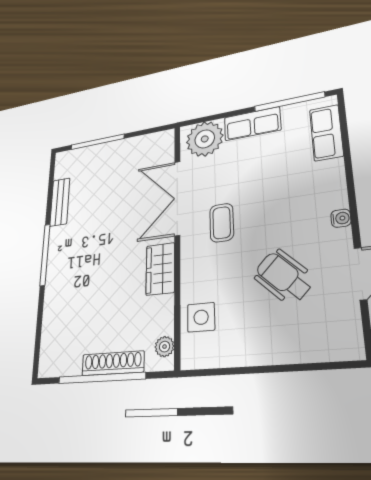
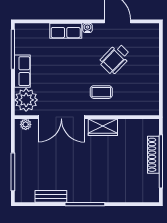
row of seats: (326, 133) -> (66, 31), moved
coffee table: (222, 223) -> (101, 92), moved
side table: (201, 317) -> (132, 104), removed
plant: (165, 347) -> (26, 124), moved

